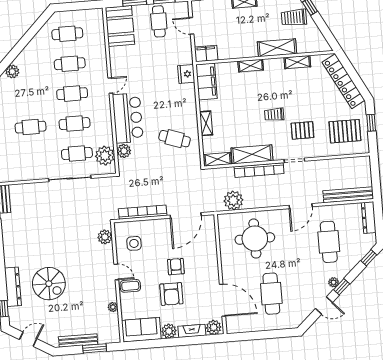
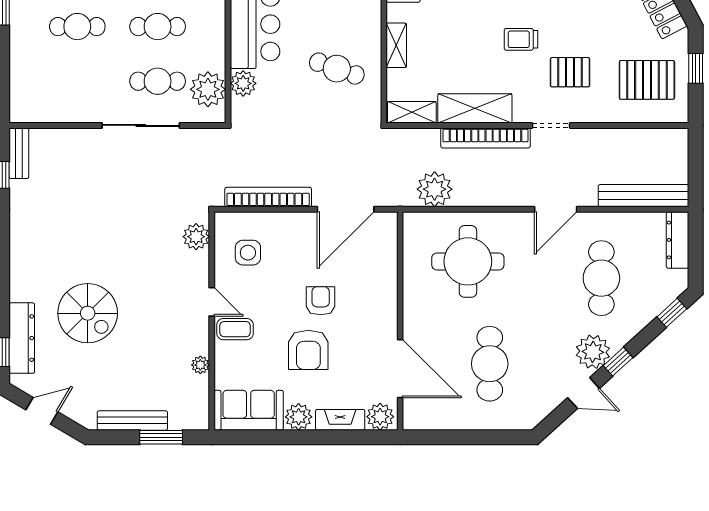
plant: (334, 282) -> (593, 352), width x1.87, depth x1.87
dresser: (13, 287) -> (22, 338), moved

